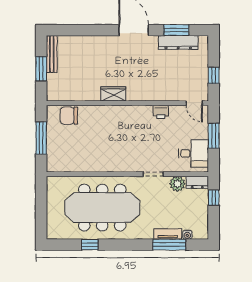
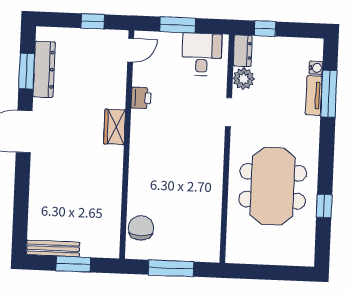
wardrobe: (113, 94) -> (115, 127), moved
chair: (69, 116) -> (141, 228), turned 180
meeting table: (102, 208) -> (273, 186), width x0.73

